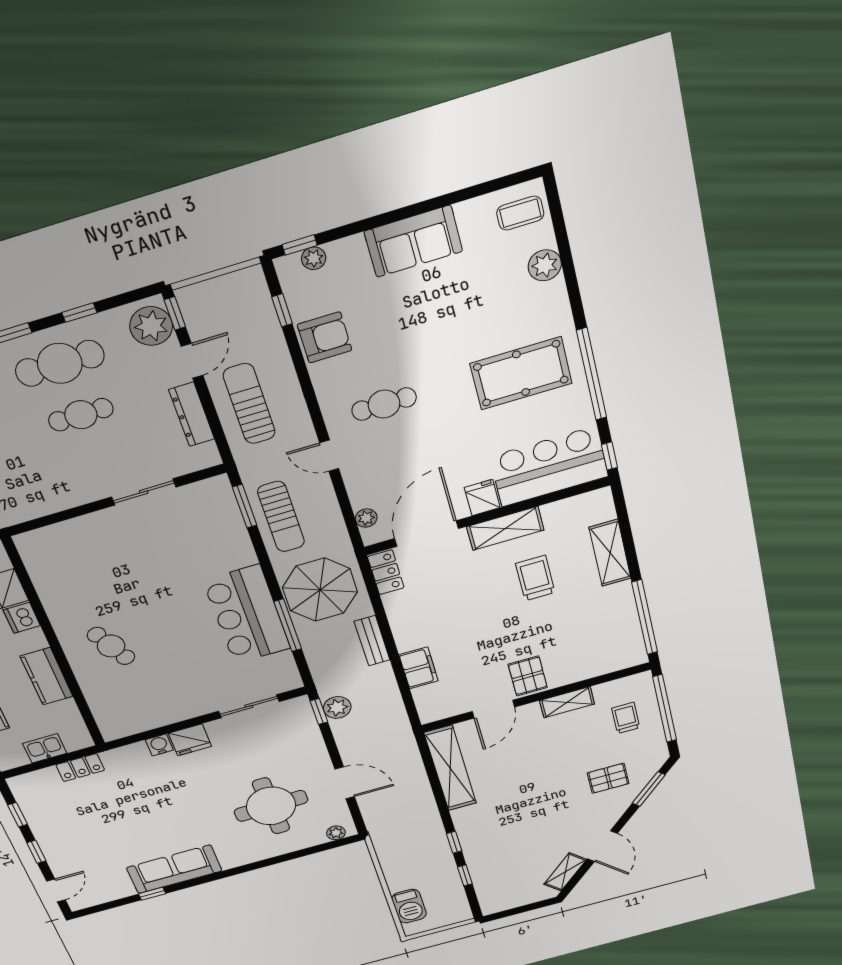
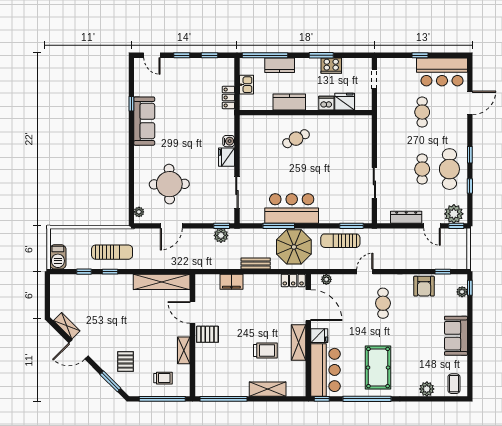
sun lounger: (249, 404) -> (112, 252), moved
barbecue: (409, 906) -> (58, 257), moved, turned -90

